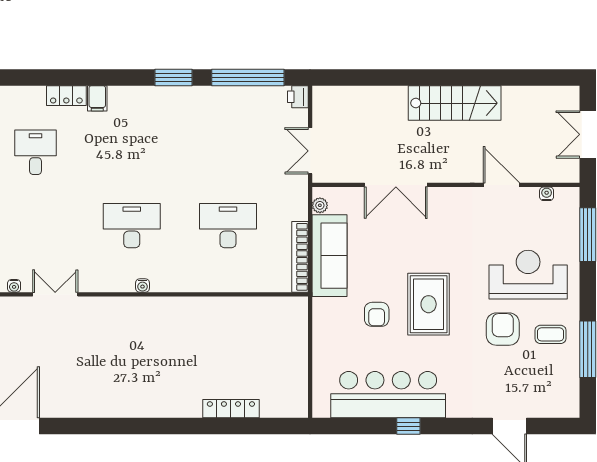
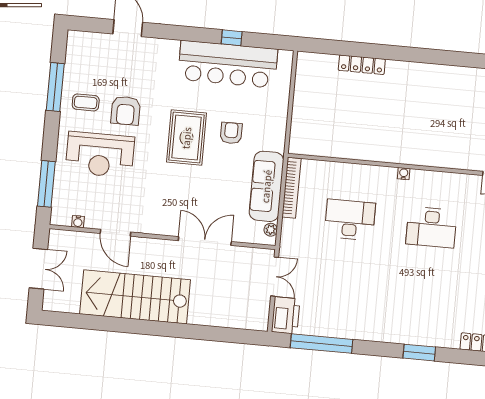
window: (173, 77) -> (419, 353), moved
printer: (298, 97) -> (286, 315), width x1.87, depth x1.48
filing cabinet: (97, 98) -> (451, 338), removed
stairs: (455, 103) -> (135, 297), width x1.36, depth x1.51
desk: (228, 226) -> (350, 220), turned 180
water cooler: (143, 286) -> (404, 174), moved
window: (408, 426) -> (232, 38), moved

